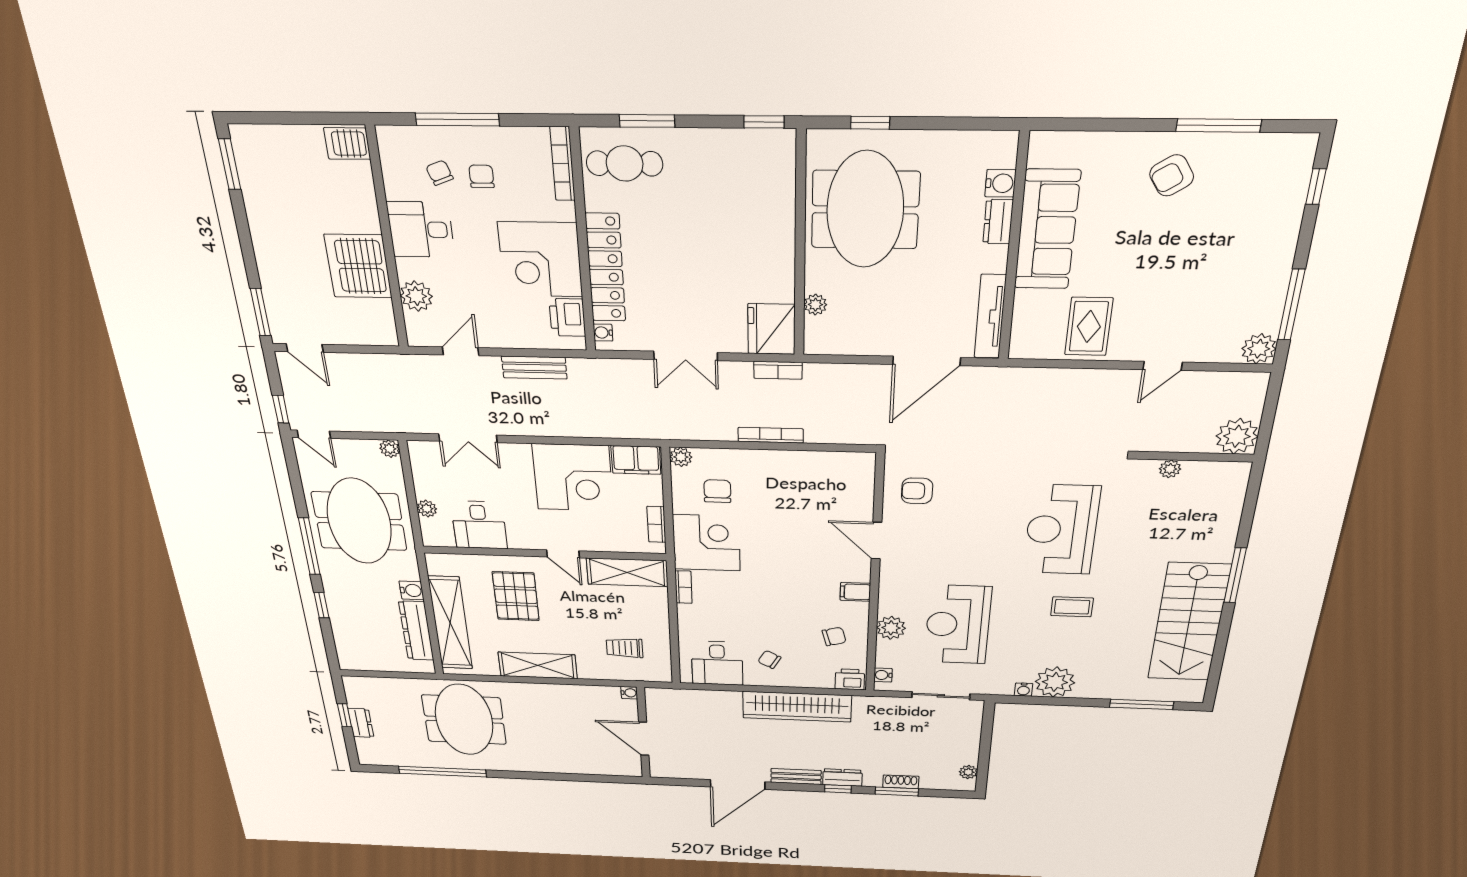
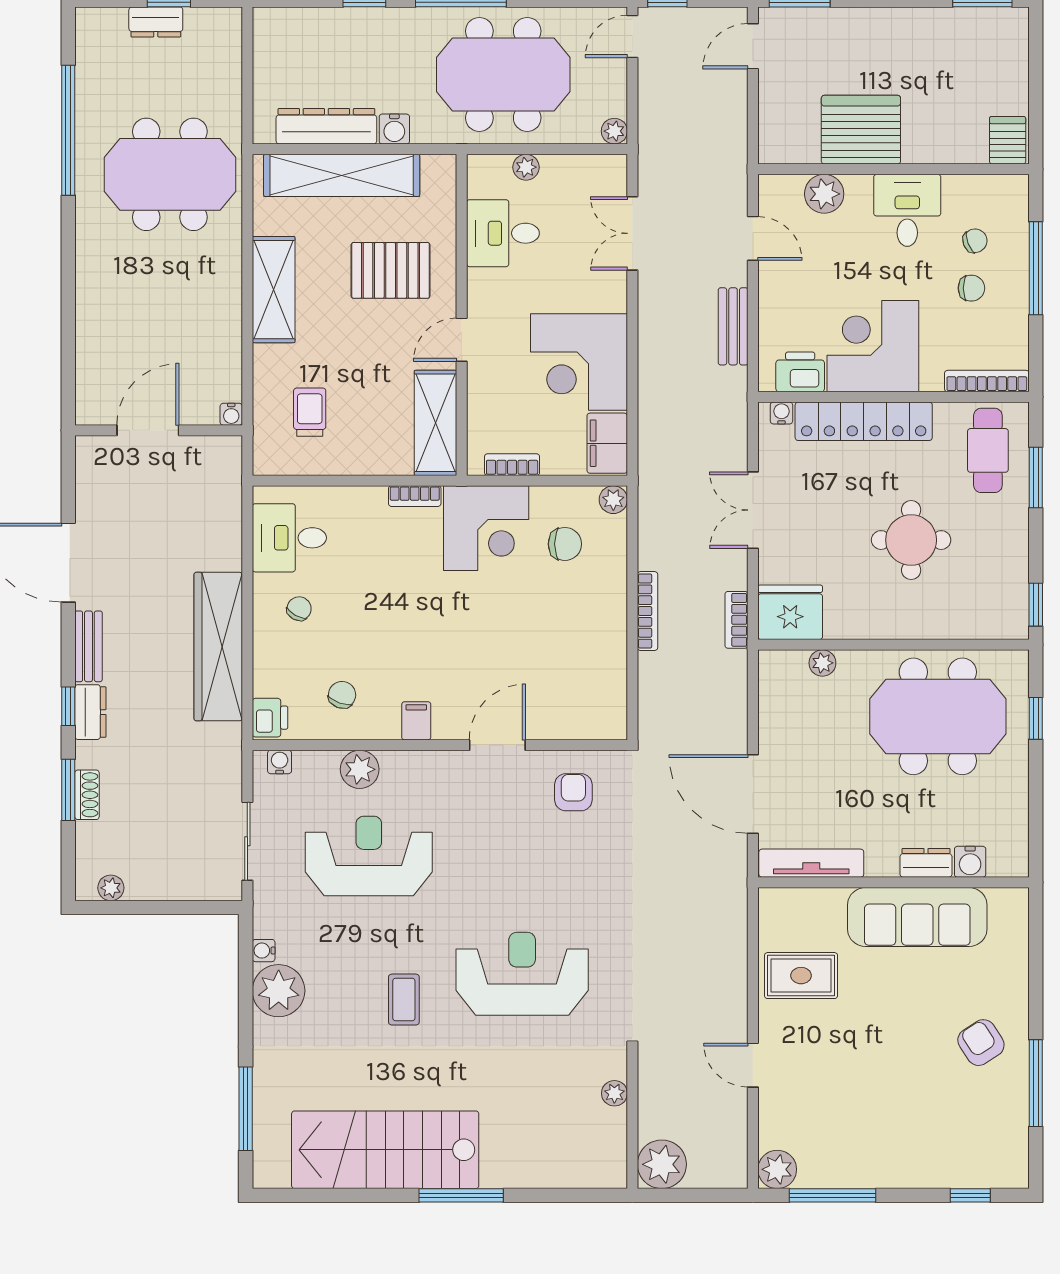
round table: (707, 230) -> (911, 540), added
chair: (834, 636) -> (342, 695), turned -145

